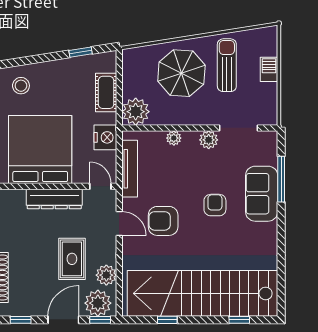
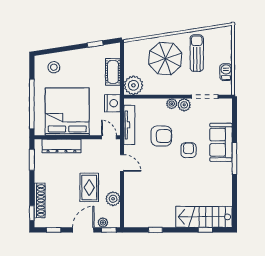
barbecue: (269, 69) -> (226, 72), moved
plant: (174, 138) -> (172, 104), moved
window: (281, 179) -> (234, 158), moved
dresser: (54, 199) -> (61, 146), moved
armchair: (163, 221) -> (161, 136), moved, turned 180
stairs: (202, 293) -> (204, 217), width x0.54, depth x0.66
plant: (98, 303) -> (103, 223), width x0.53, depth x0.53

